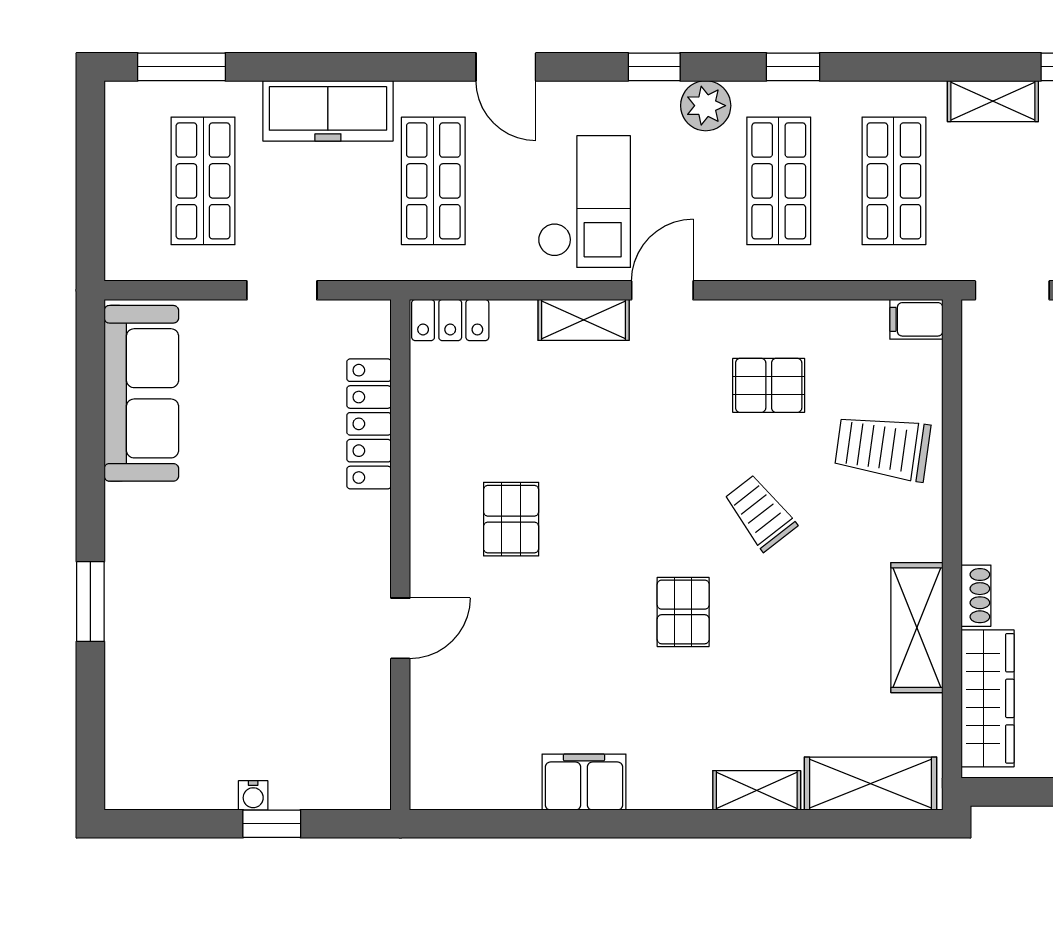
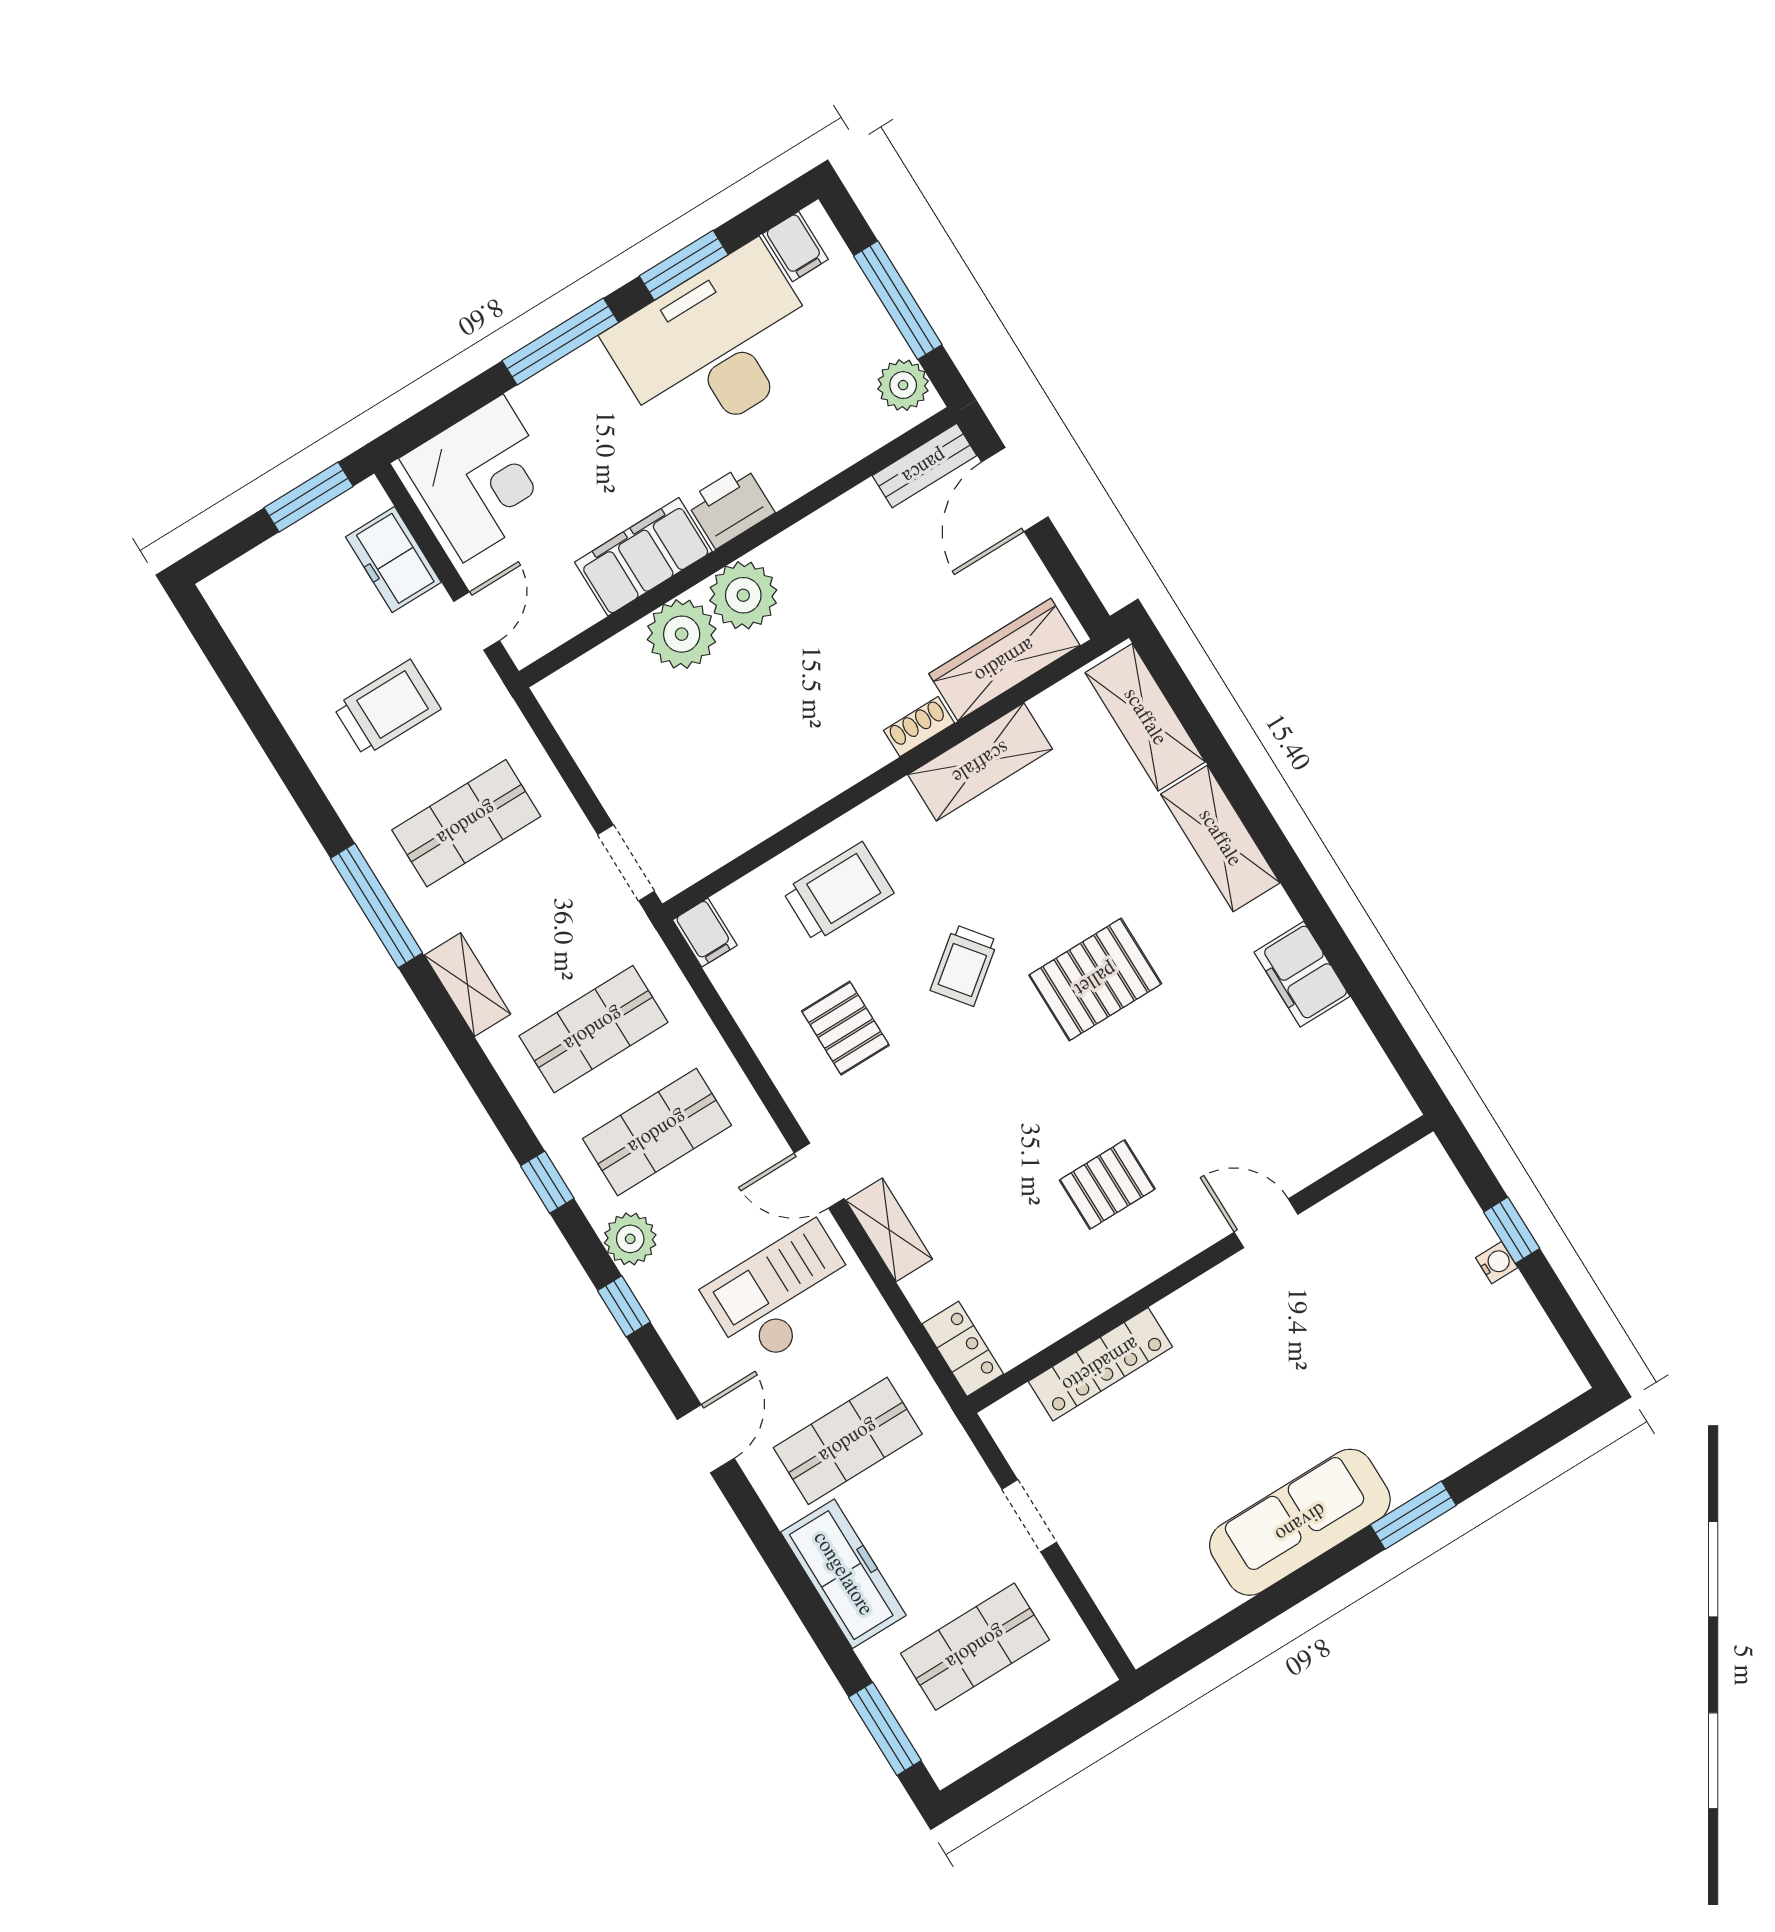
sofa: (141, 393) -> (1300, 1522), moved
trolley: (883, 448) -> (838, 892), turned -98
pallet: (683, 612) -> (1095, 979), width x1.50, depth x1.42
shelving: (757, 790) -> (1220, 838), width x1.50, depth x1.33

